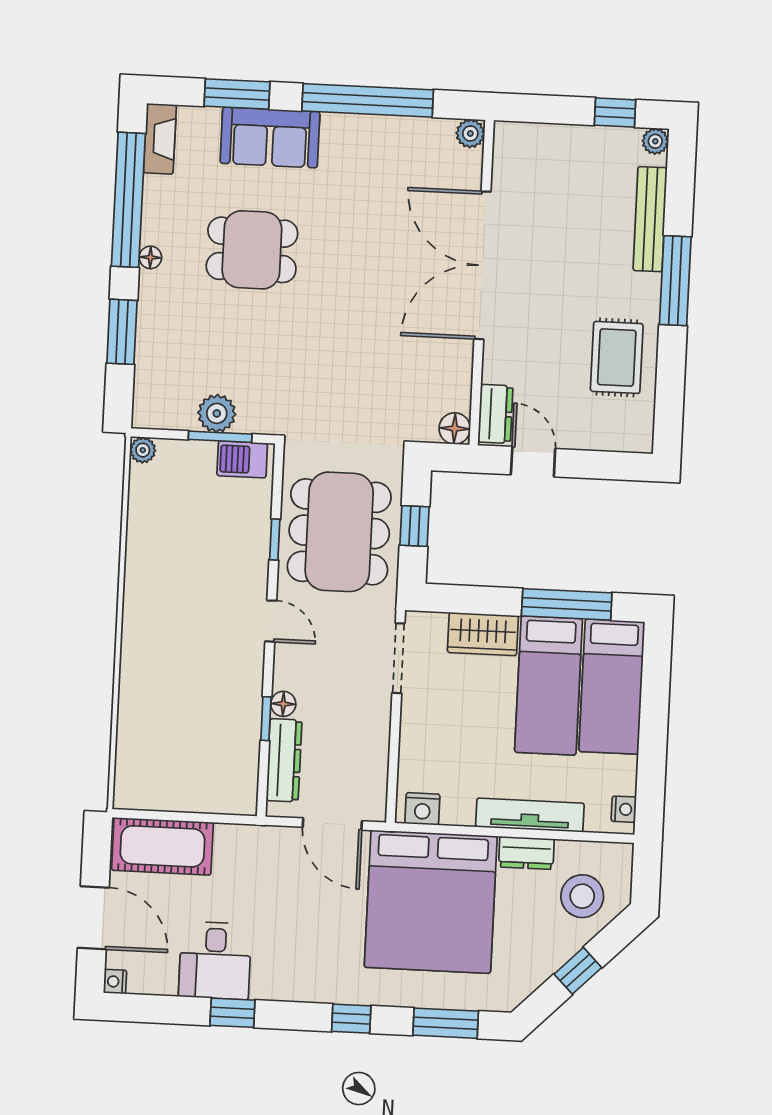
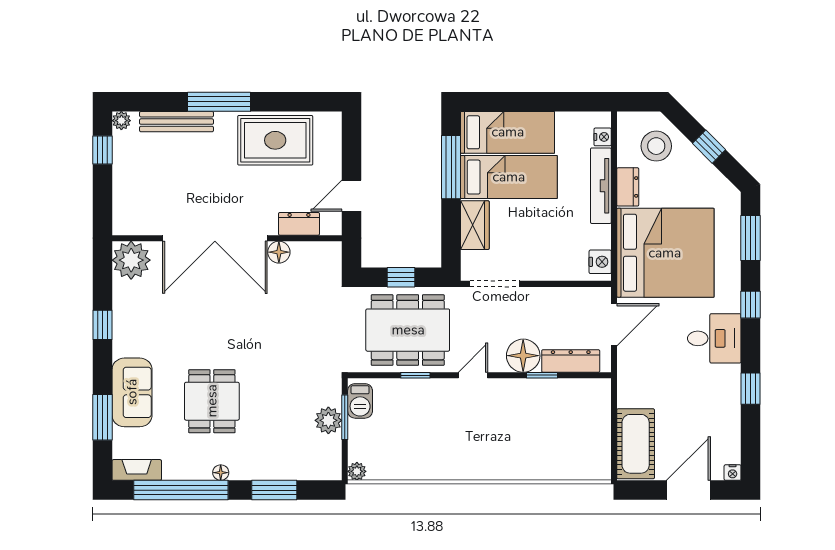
window: (368, 100) -> (103, 325), width x0.32
plant: (470, 133) -> (131, 260), width x1.87, depth x1.87
rug: (617, 357) -> (275, 140), width x1.36, depth x1.43
dresser: (495, 414) -> (299, 224), moved
floor lamp: (455, 429) -> (279, 252), moved
floor lamp: (283, 704) -> (523, 356), width x1.89, depth x1.89
nightstand: (624, 809) -> (603, 137), moved, turned 90
desk: (215, 960) -> (714, 338), moved

